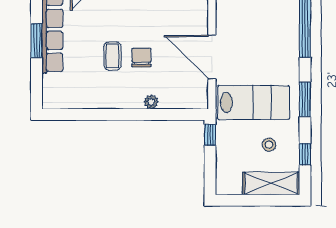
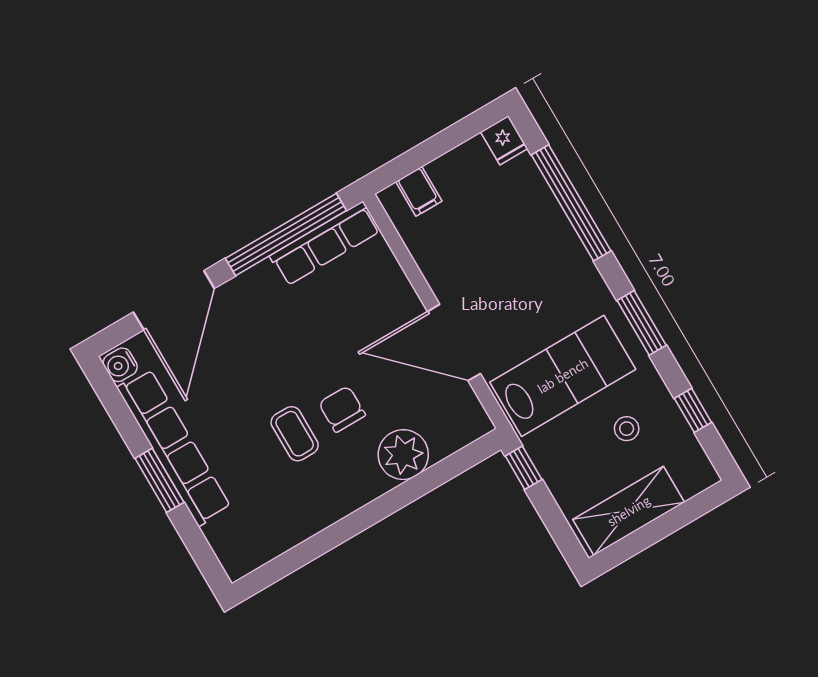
plant: (151, 102) -> (403, 455), width x1.88, depth x1.88
shelving: (271, 184) -> (629, 511), moved

